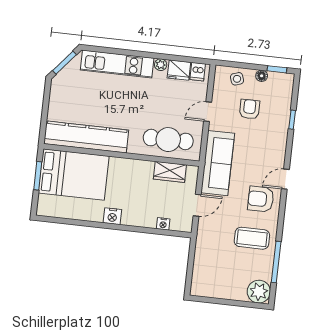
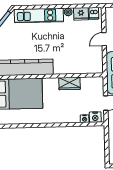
cafe table: (168, 140) -> (80, 62), removed
wardrobe: (170, 172) -> (70, 83), moved
nightstand: (112, 216) -> (95, 117), moved

